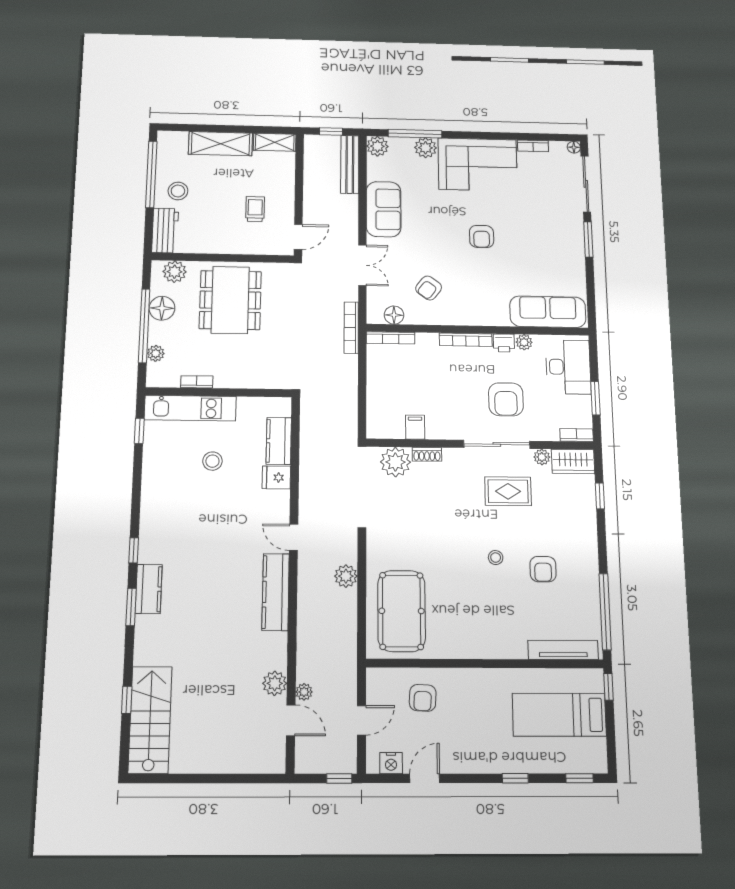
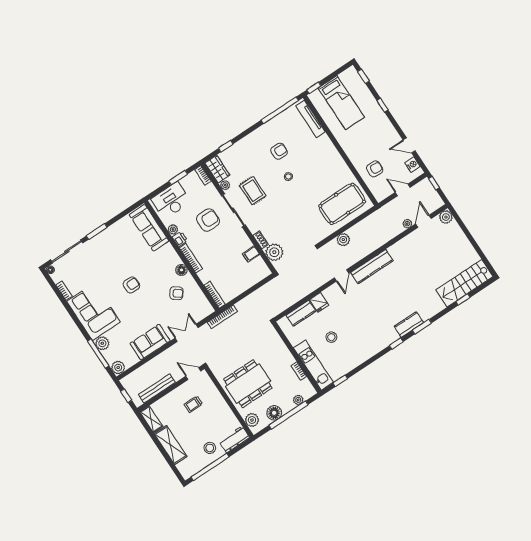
bench: (350, 164) -> (157, 389), moved
floor lamp: (394, 315) -> (181, 270), moved
plant: (275, 683) -> (446, 217), moved

